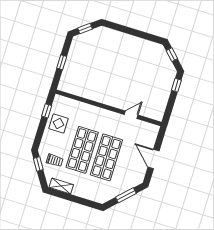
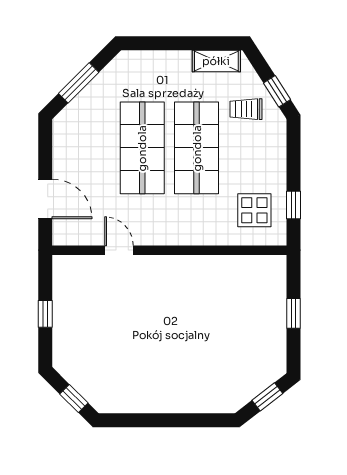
window: (176, 85) -> (45, 314), moved
door: (131, 115) -> (119, 250), swing flipped
display table: (59, 124) -> (254, 210), moved
door: (154, 159) -> (45, 199), moved

